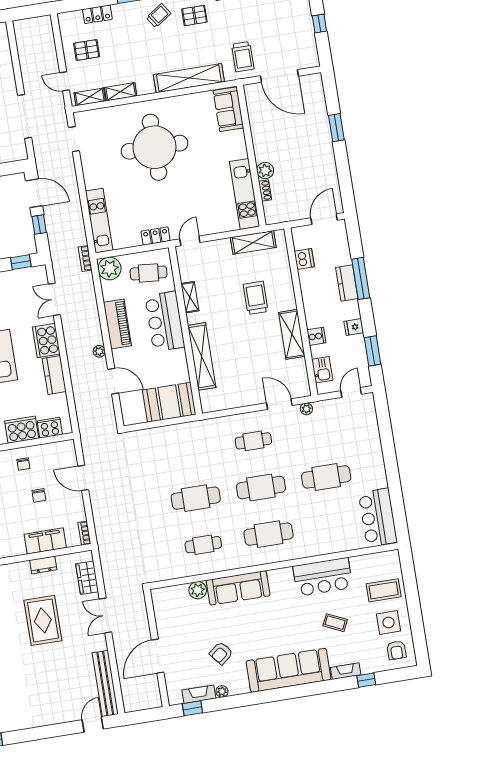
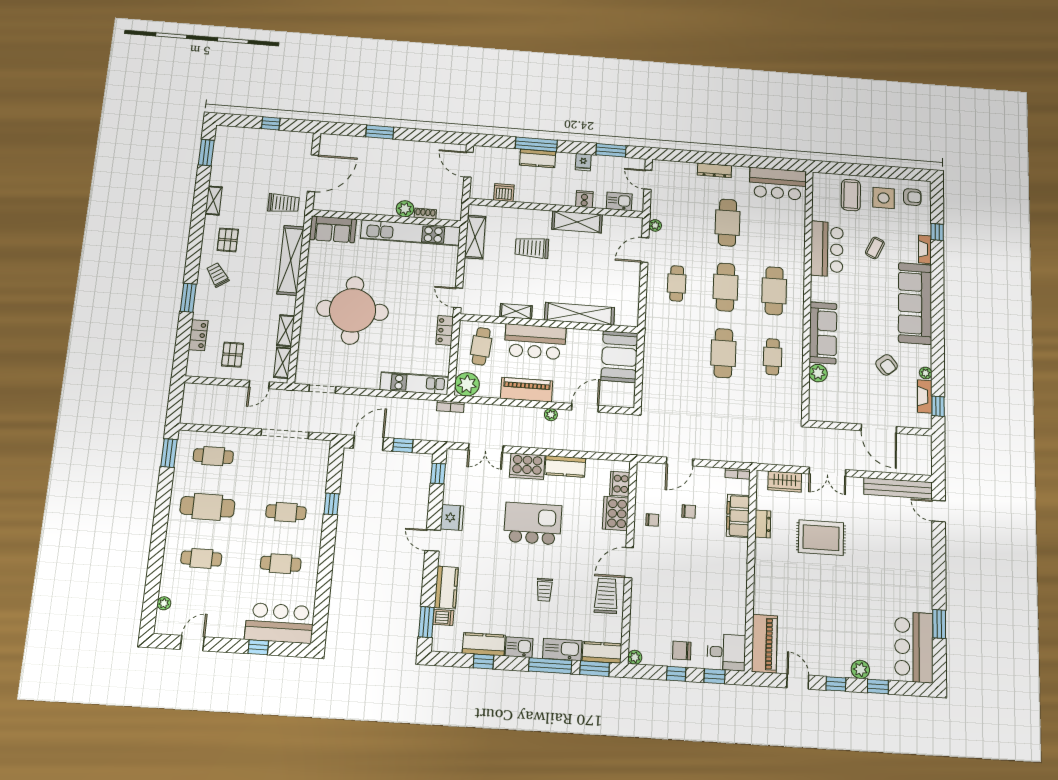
kitchen unit: (245, 194) -> (411, 233), width x1.36
dresser: (377, 454) -> (714, 170), added

